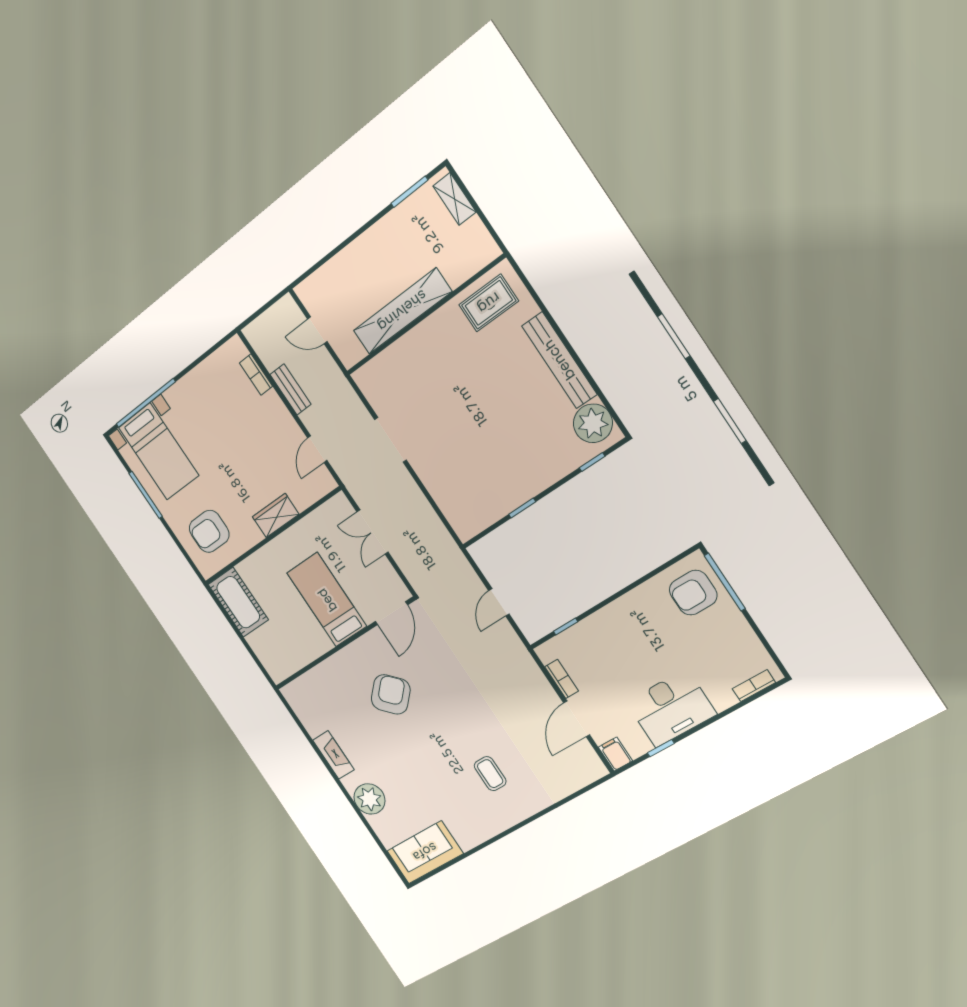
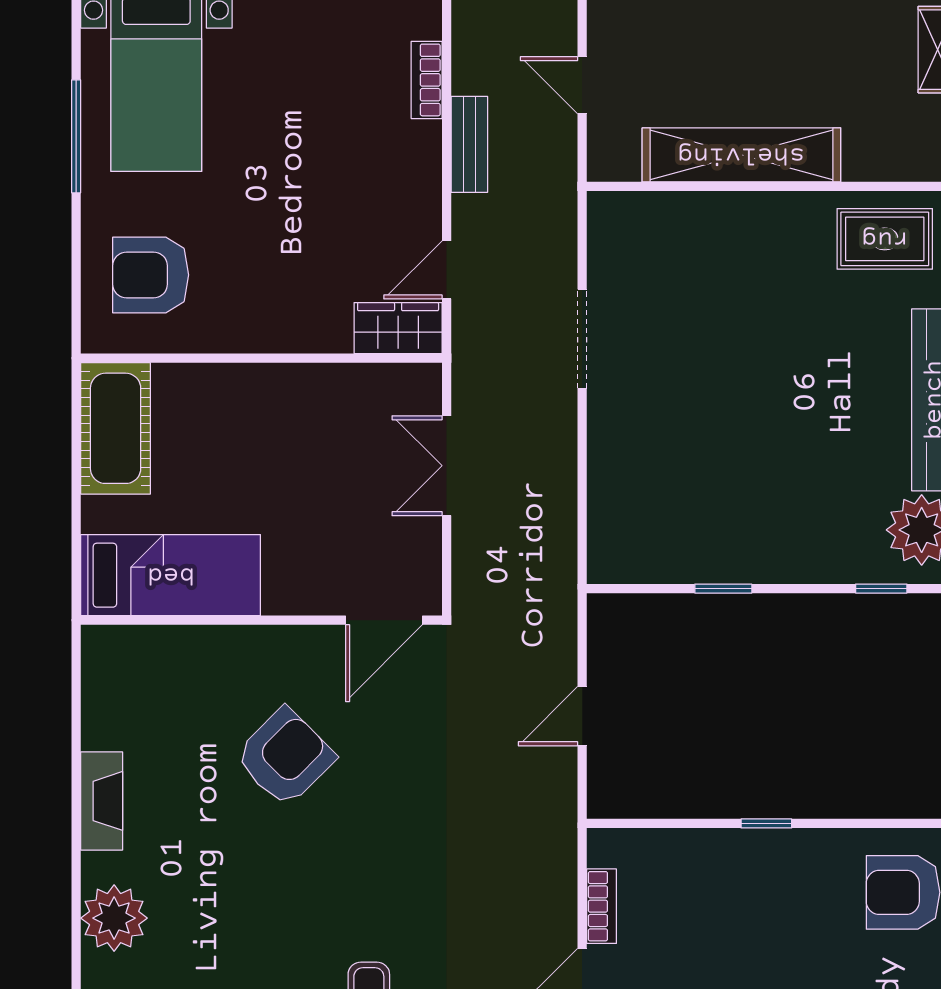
wardrobe: (276, 515) -> (398, 328), moved
bed: (327, 600) -> (171, 575), moved, turned 90
window: (566, 627) -> (766, 823), moved

